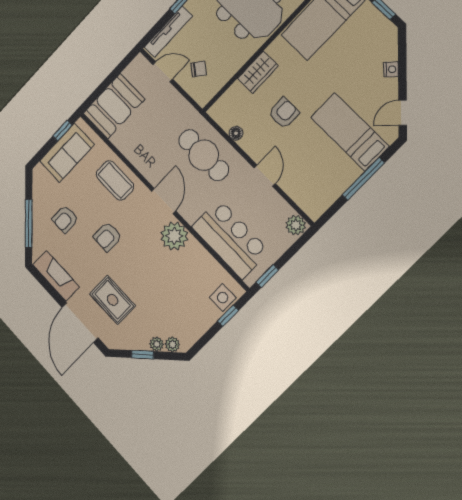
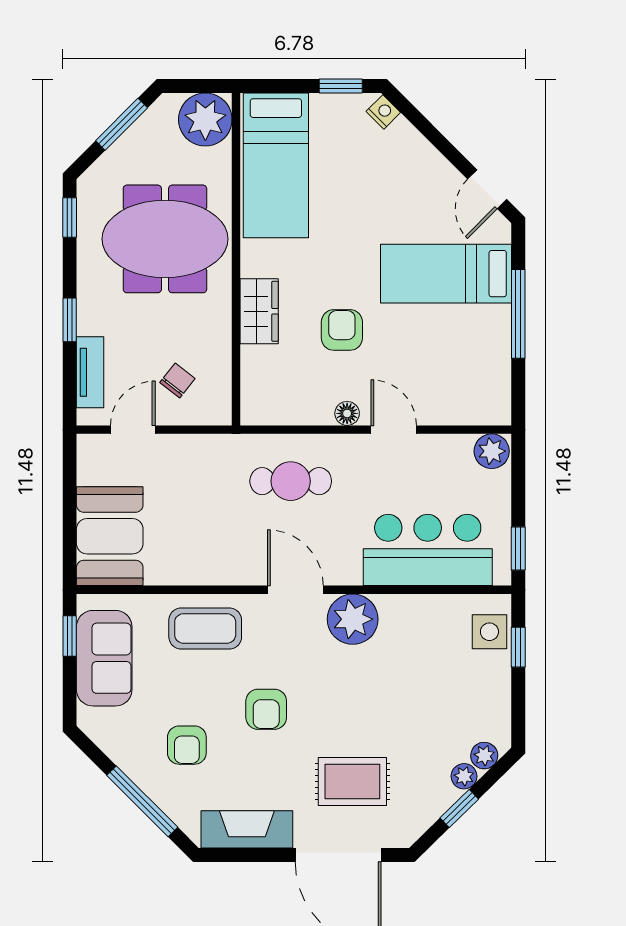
tv unit: (168, 32) -> (90, 372), width x0.71
nightstand: (391, 69) -> (383, 112), moved
floor lamp: (236, 133) -> (347, 413), moved
cafe table: (204, 155) -> (291, 481), width x0.73, depth x0.74

